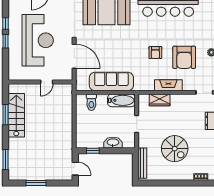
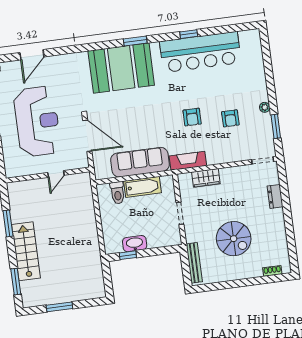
armchair: (184, 57) -> (230, 118), width x0.53, depth x0.53
fireplace: (168, 85) -> (188, 161), moved
bathtub: (121, 100) -> (143, 187), moved
stairs: (16, 115) -> (26, 251), moved
washbasin: (113, 143) -> (135, 244), moved
door: (75, 169) -> (108, 282), removed

